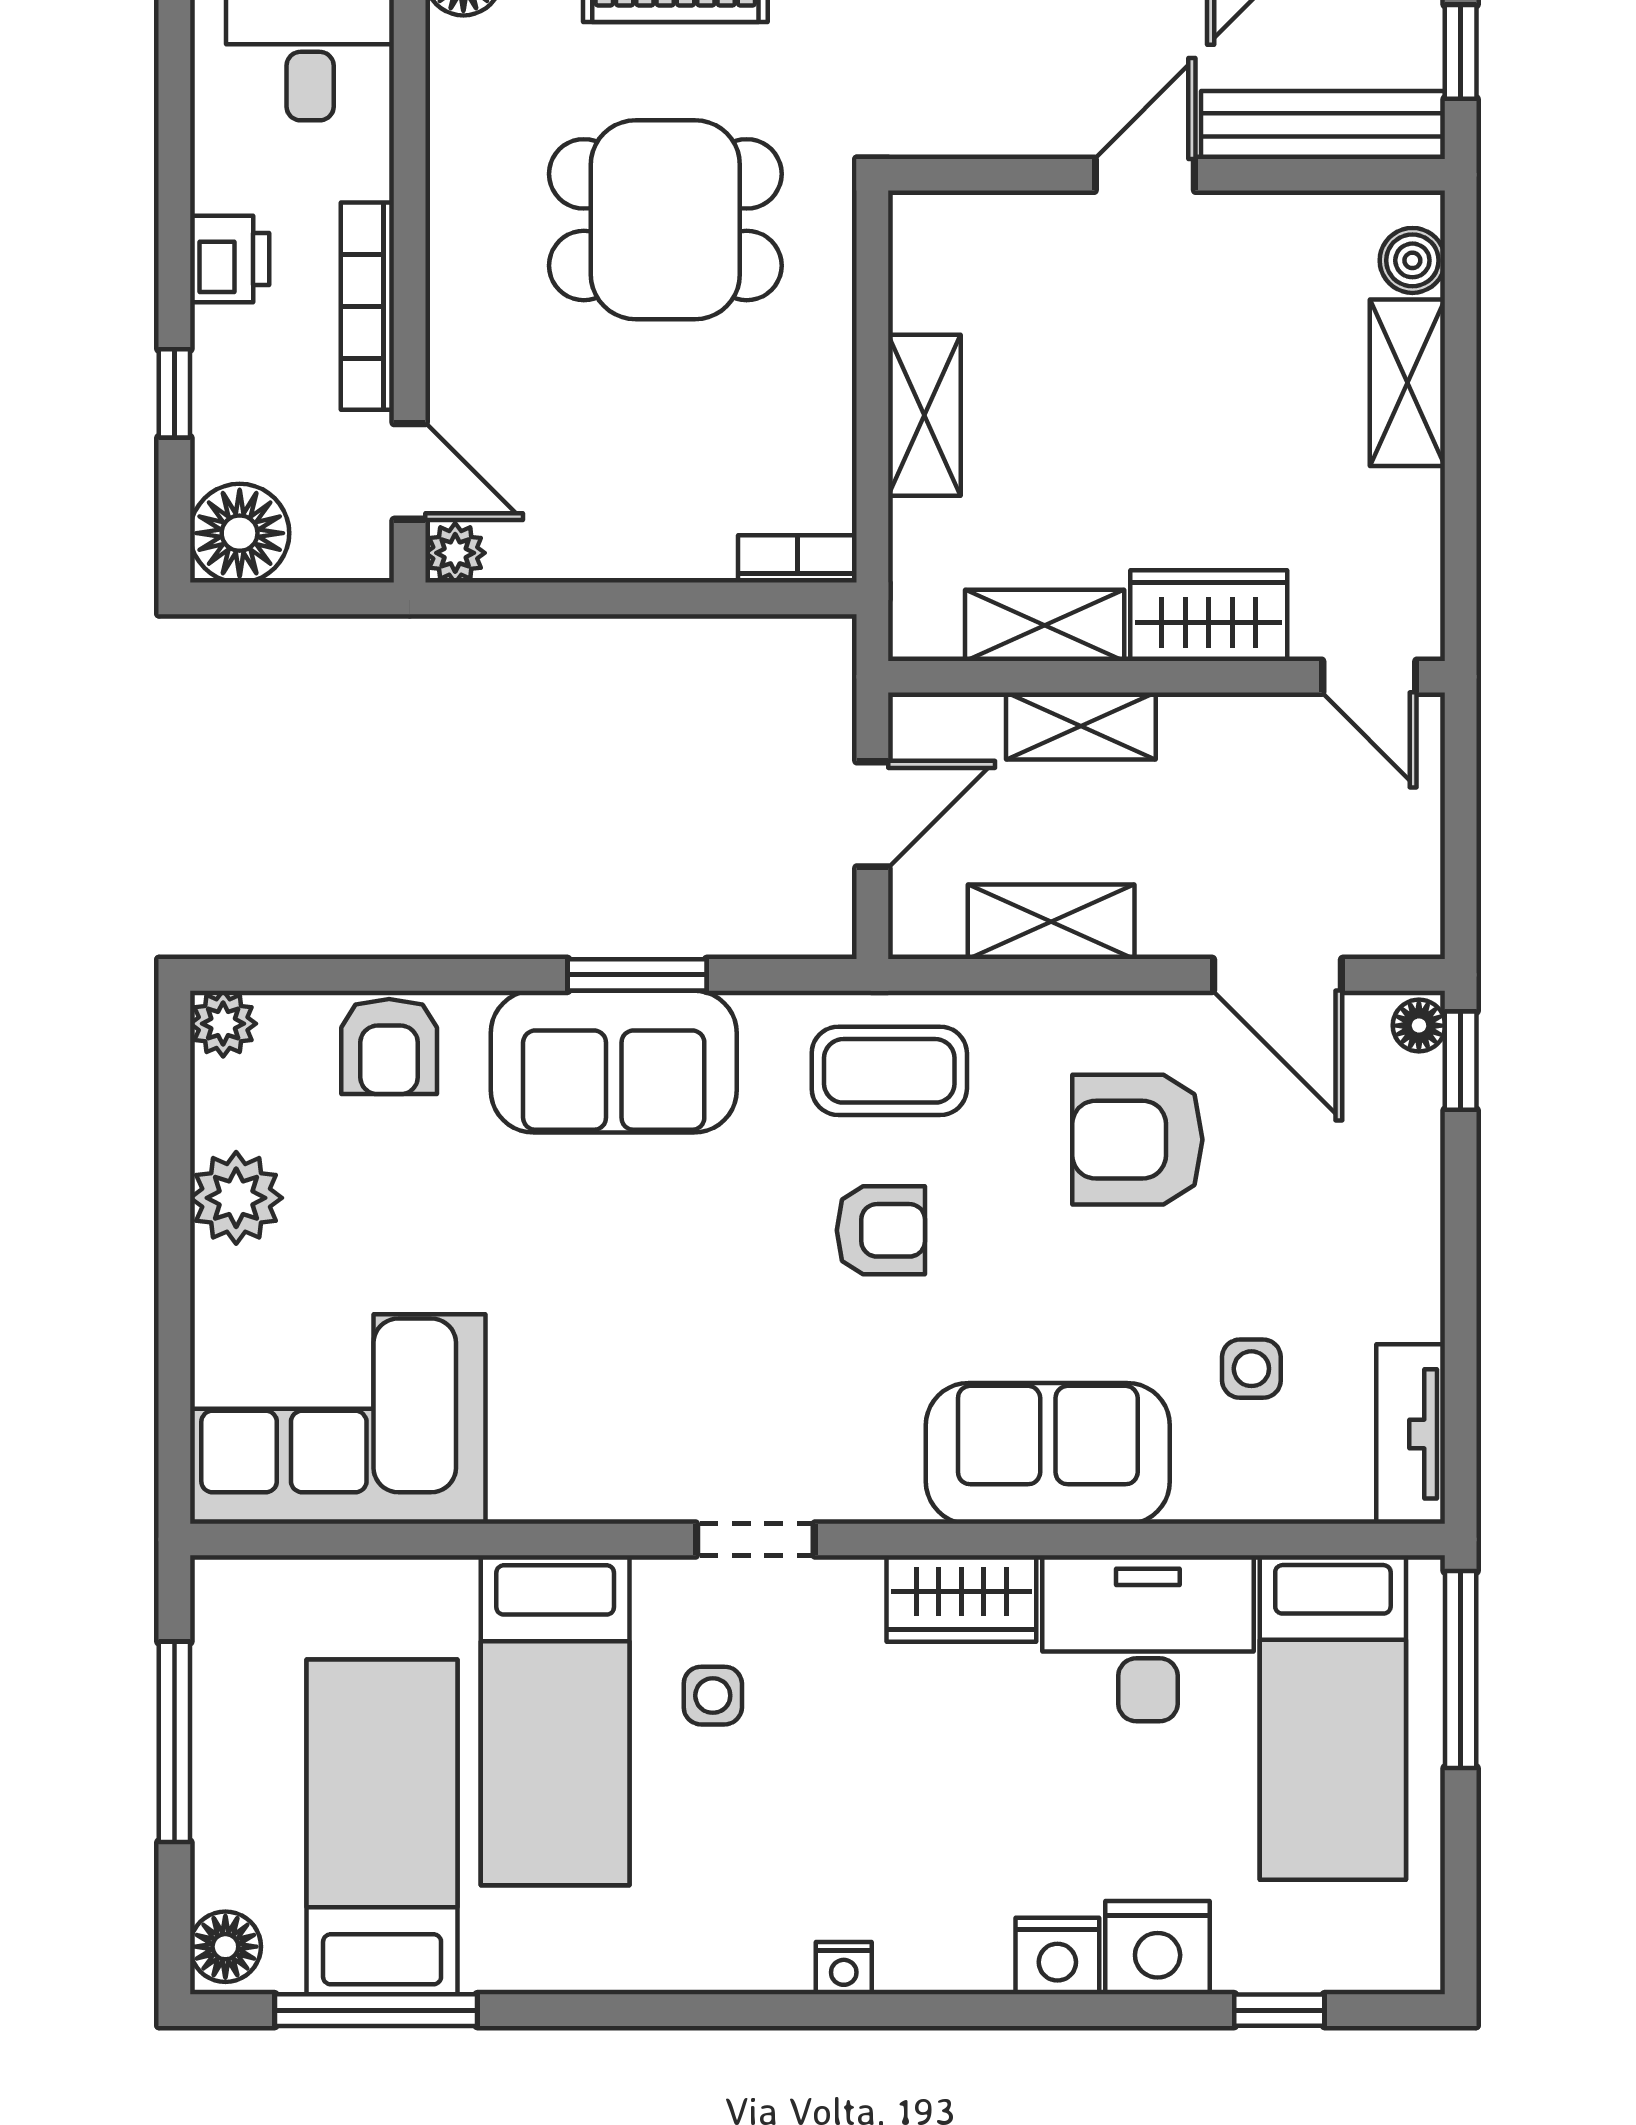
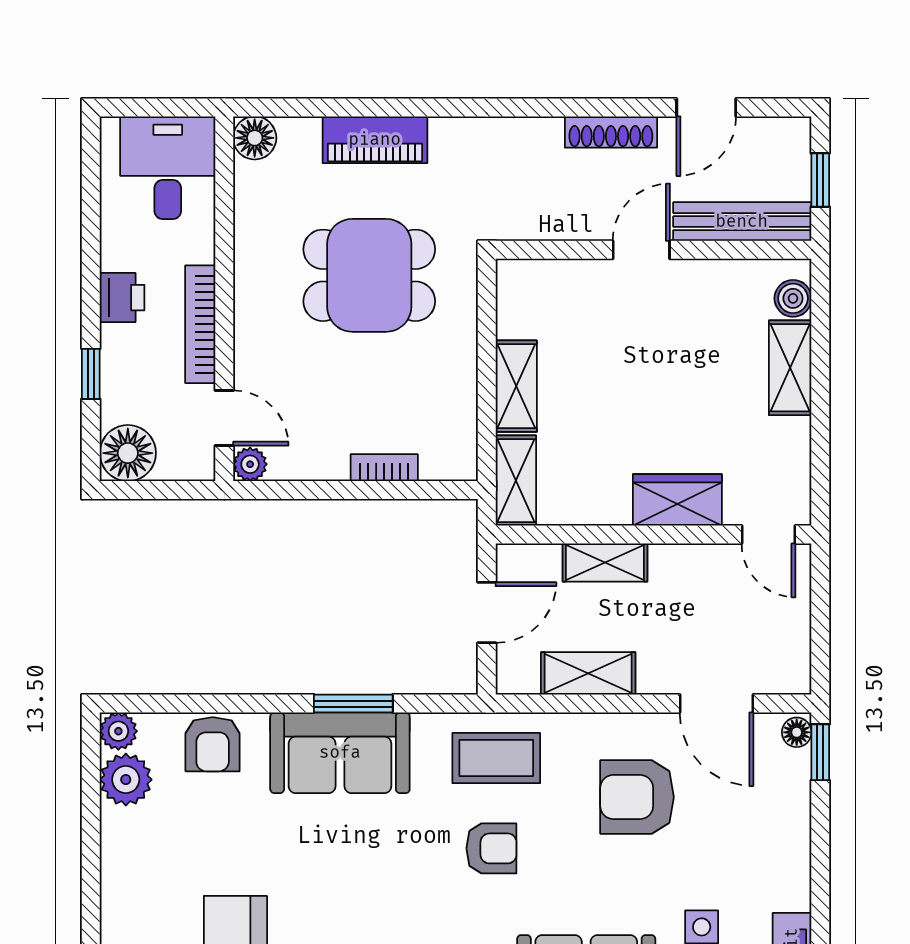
bookcase: (797, 559) -> (384, 468), moved
shelving: (1045, 625) -> (516, 481), moved, turned 90
plant: (236, 1198) -> (126, 780), moved

